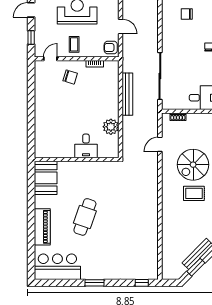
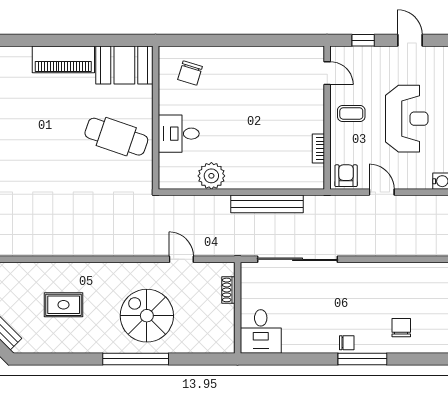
chair: (187, 14) -> (401, 328), moved
door: (120, 26) -> (382, 192), swing flipped
chair: (70, 77) -> (190, 73), moved
rug: (194, 193) -> (64, 305), moved, turned 90
cafe table: (85, 217) -> (116, 137), moved
piano: (42, 227) -> (63, 59), moved

